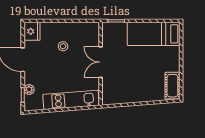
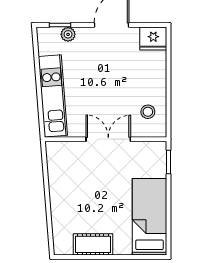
stool: (63, 46) -> (148, 112), moved
cot: (172, 86) -> (93, 244), moved

